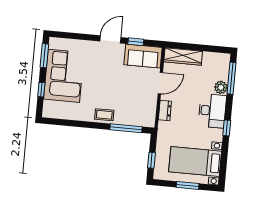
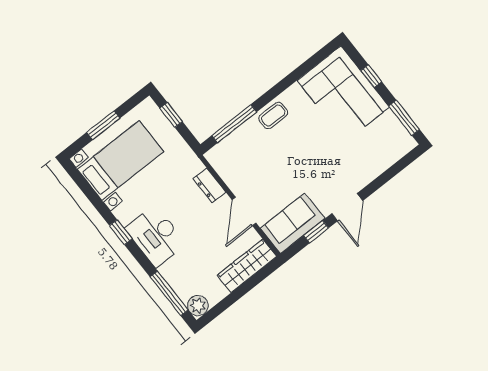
corner sofa: (64, 76) -> (343, 94), moved
plant: (221, 87) -> (198, 306), moved

